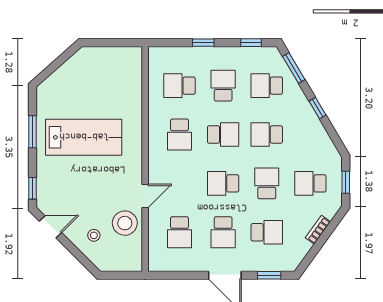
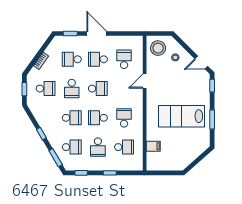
filing cabinet: (131, 87) -> (153, 146), added
stool: (125, 223) -> (158, 48), moved
school desk: (223, 232) -> (98, 59), turned -90

